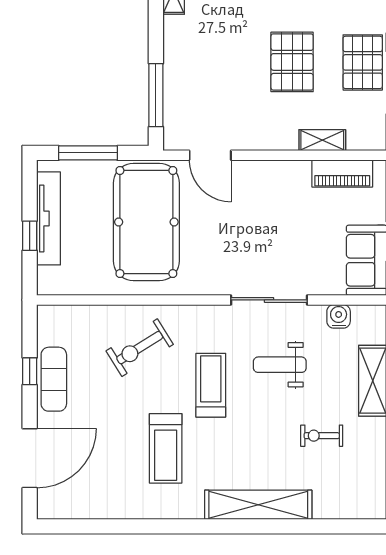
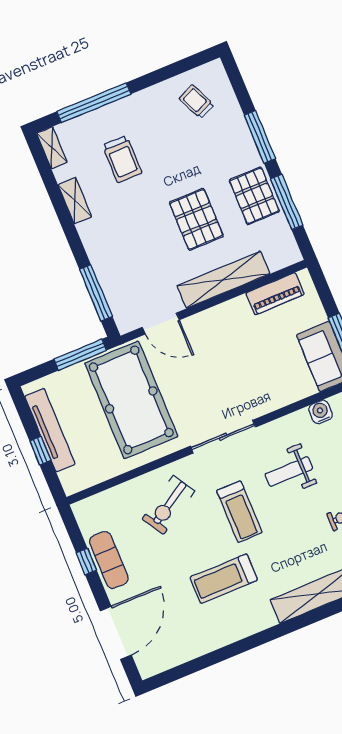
shelving: (322, 140) -> (223, 280), width x2.20, depth x1.33
window: (88, 153) -> (80, 355), moved
sliding door: (269, 300) -> (223, 437), moved
treadmill: (211, 385) -> (239, 512), turned 180
treadmill: (166, 448) -> (224, 579), turned 90

